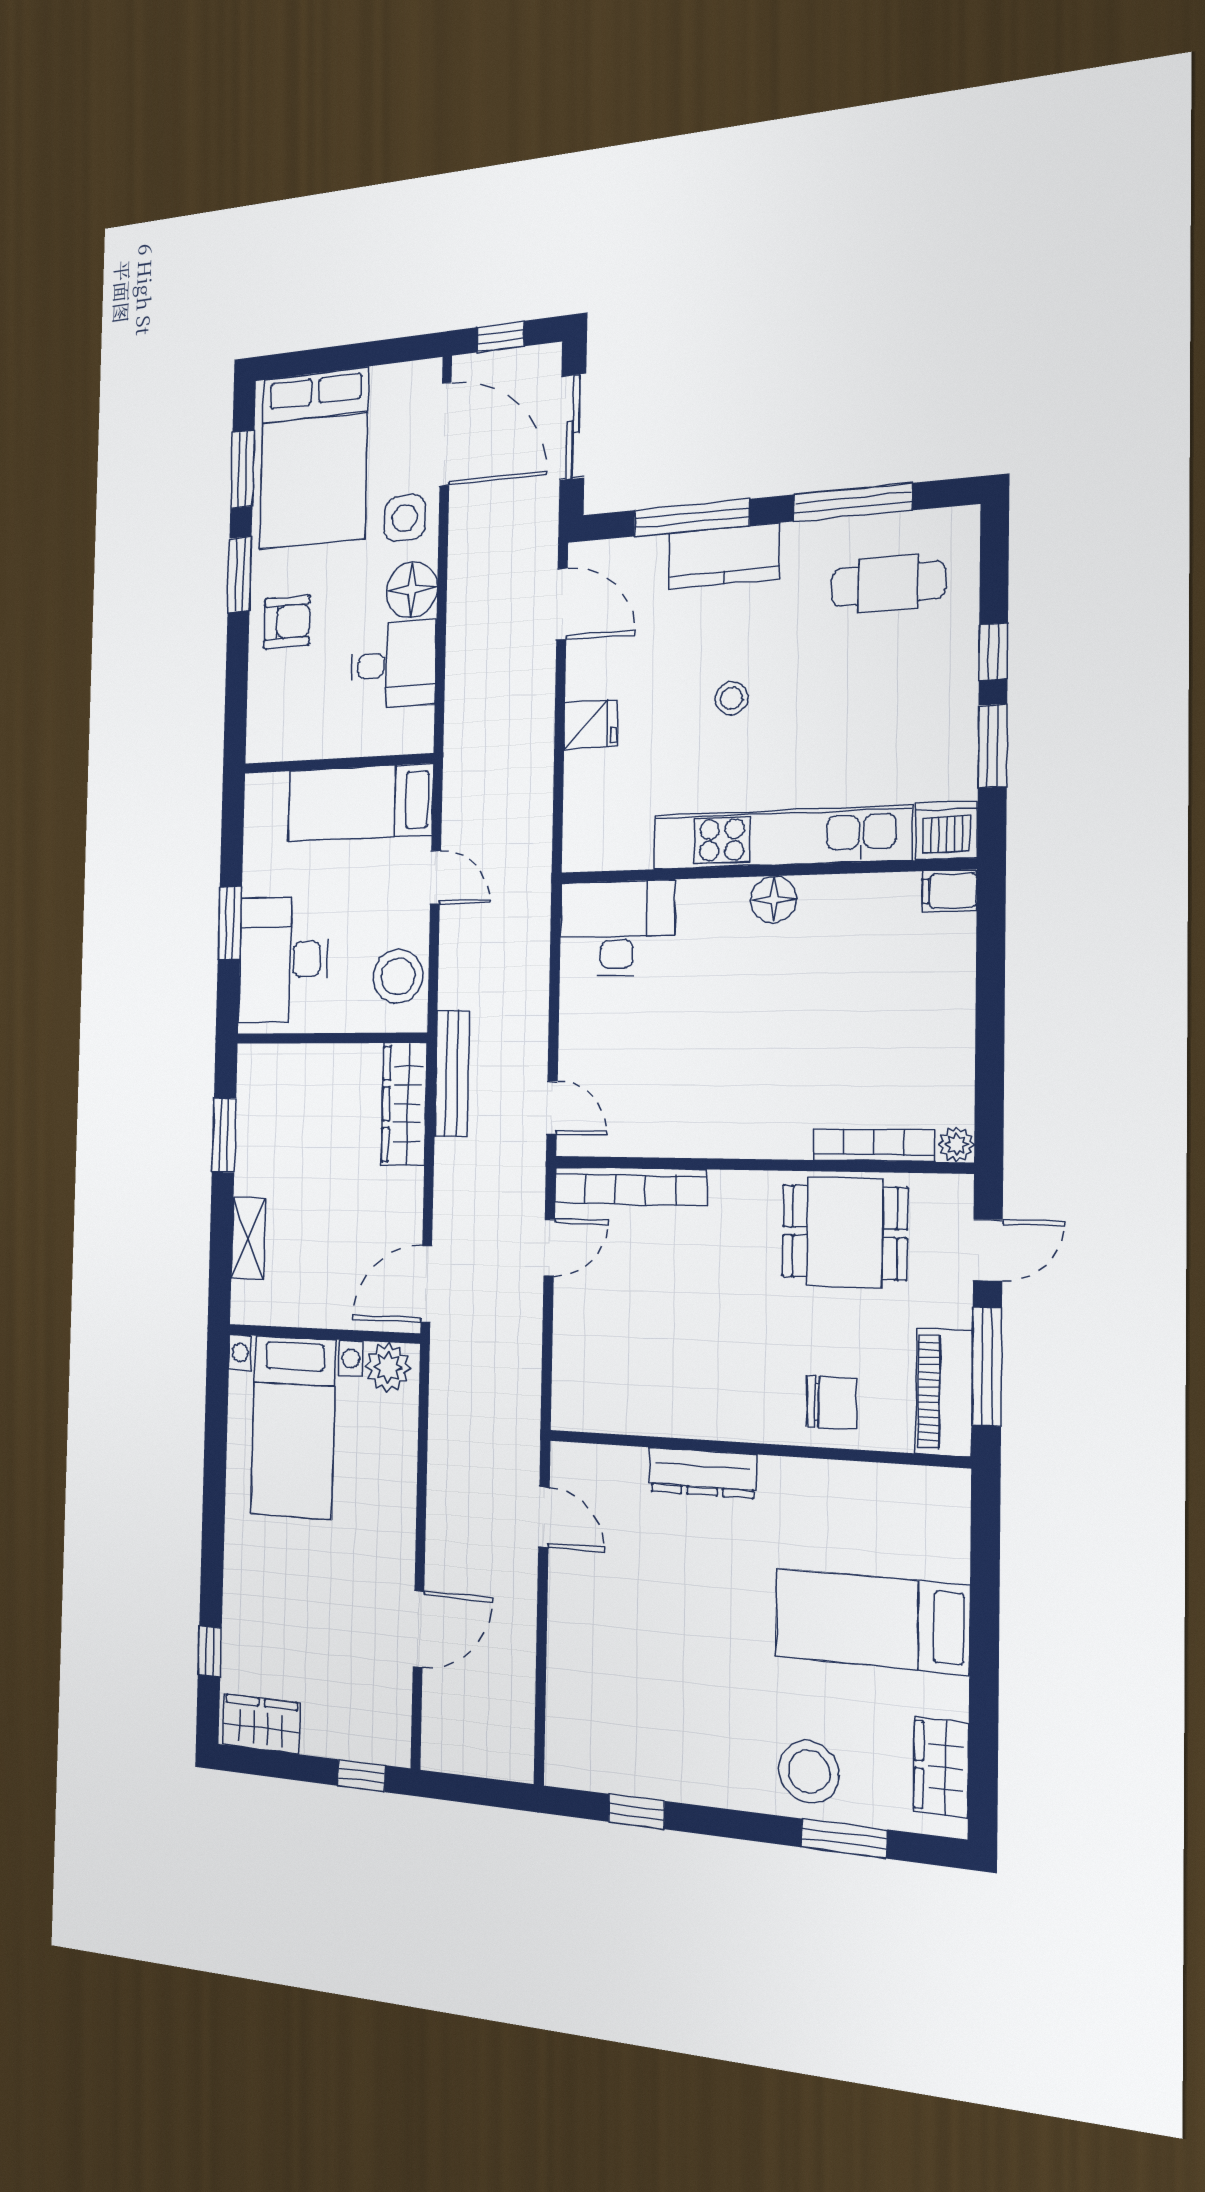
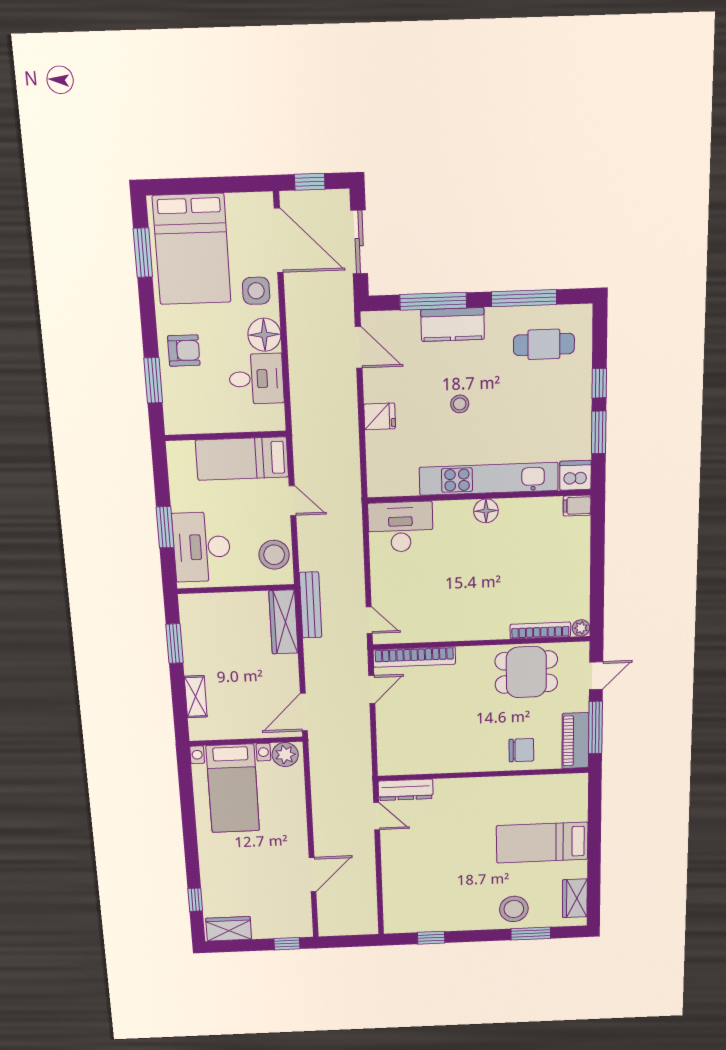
window: (239, 575) -> (153, 380), moved
dresser: (702, 1473) -> (406, 790), moved

